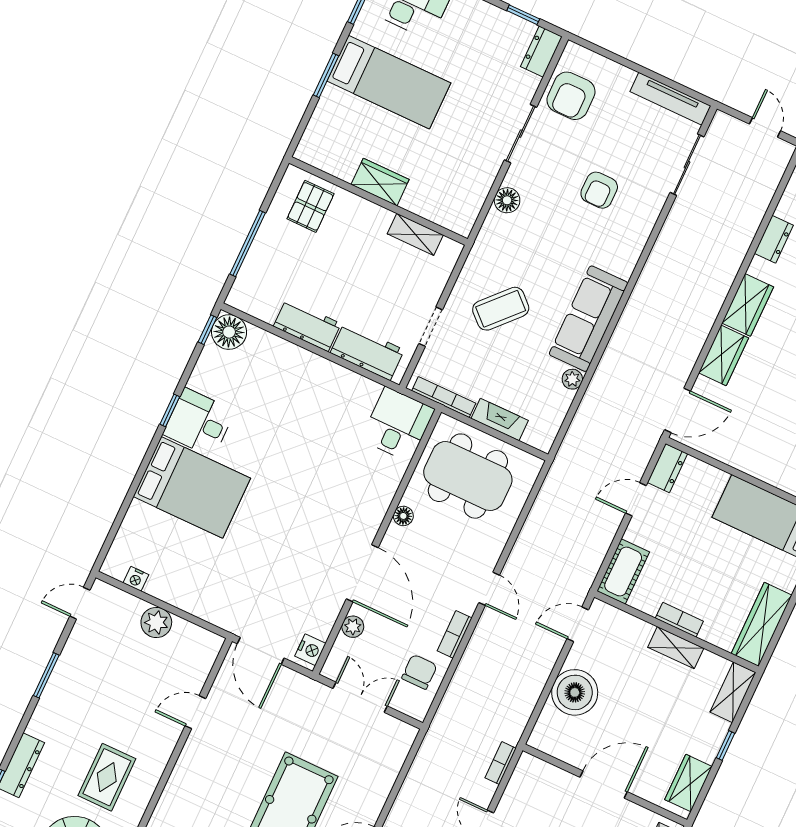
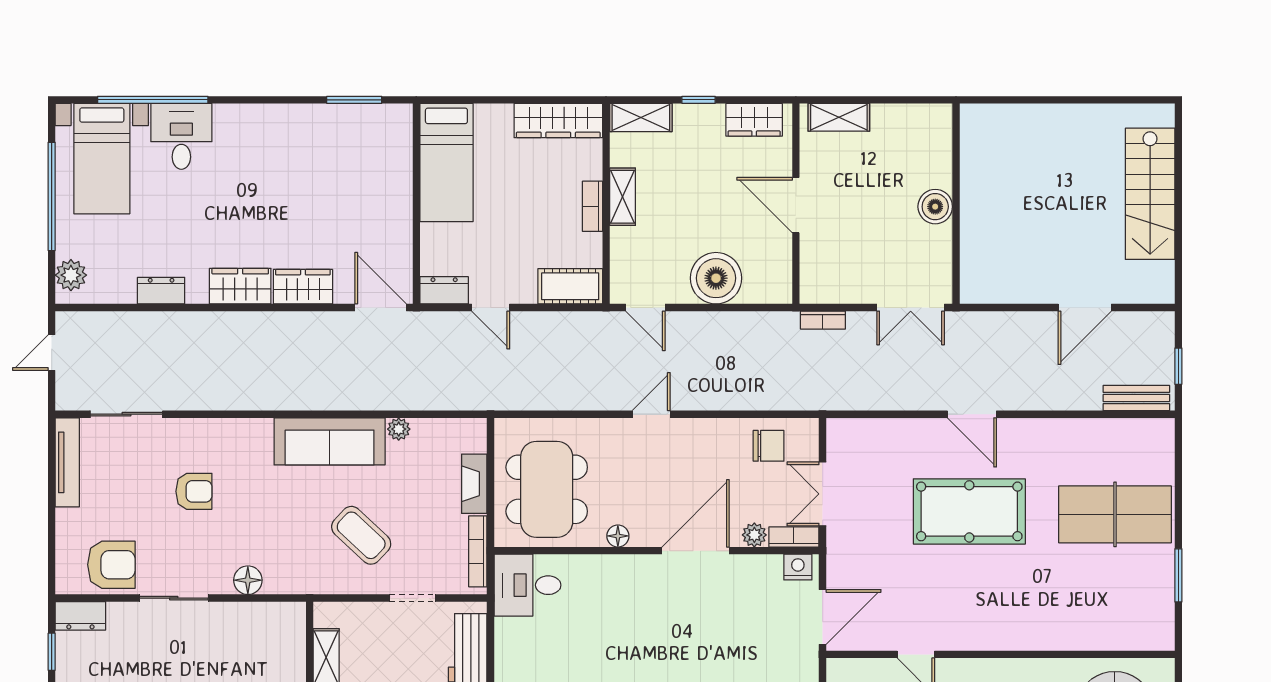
bookcase: (455, 634) -> (794, 537), moved, turned 180
chair: (419, 672) -> (769, 446), turned 180

